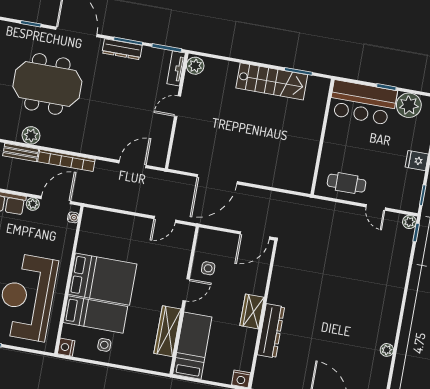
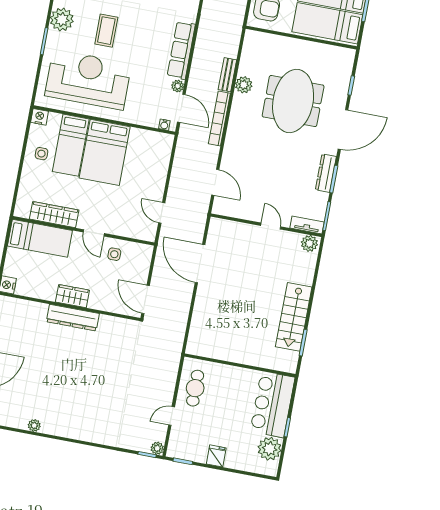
dresser: (271, 331) -> (73, 318), moved

